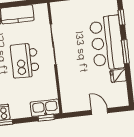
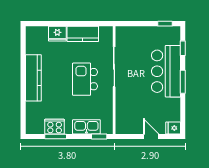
fridge: (118, 76) -> (173, 128), moved
kitchen sink: (45, 108) -> (86, 127), moved

